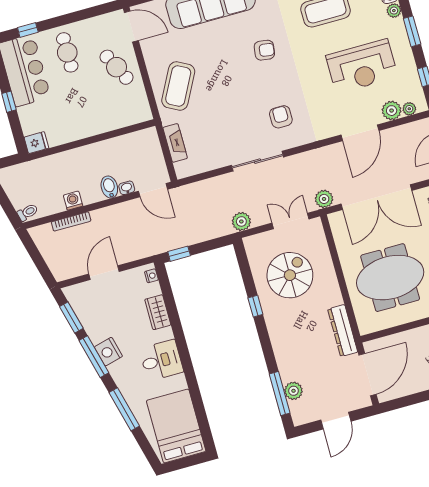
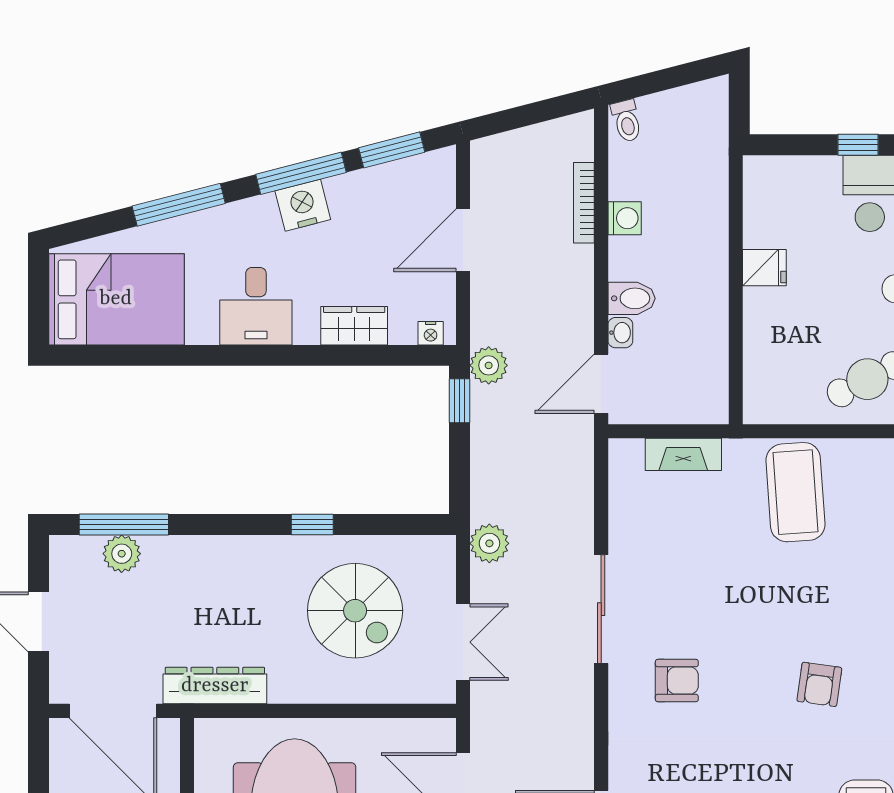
coffee table: (178, 86) -> (795, 492), turned 58
fridge: (36, 143) -> (764, 268), moved, turned -90
plant: (324, 199) -> (489, 365), moved
door: (104, 273) -> (463, 240), swing flipped

